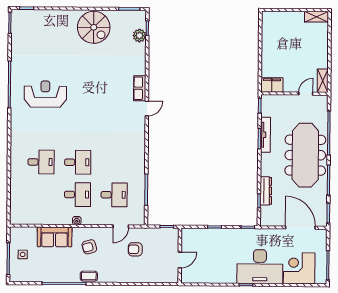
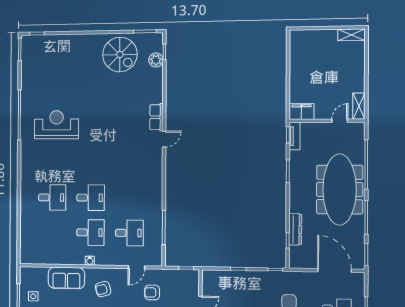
spiral stairs: (94, 27) -> (120, 55), moved
tv unit: (265, 135) -> (295, 136), moved, width x0.71

